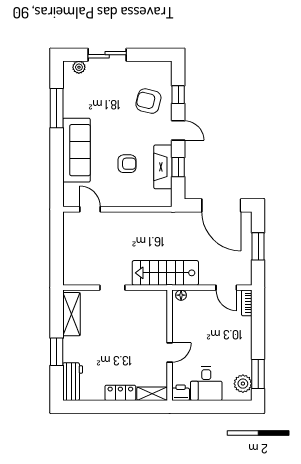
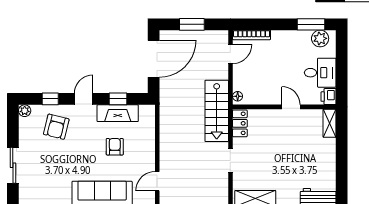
plant: (79, 67) -> (25, 111), moved
bookcase: (247, 303) -> (252, 35), width x1.56
locker: (120, 393) -> (240, 123), moved, turned 180

